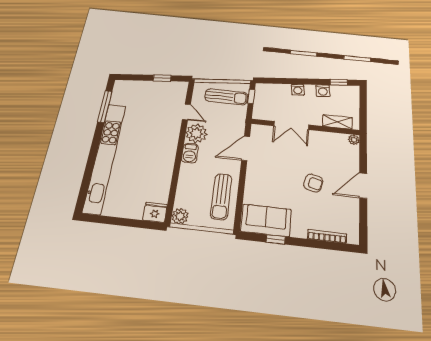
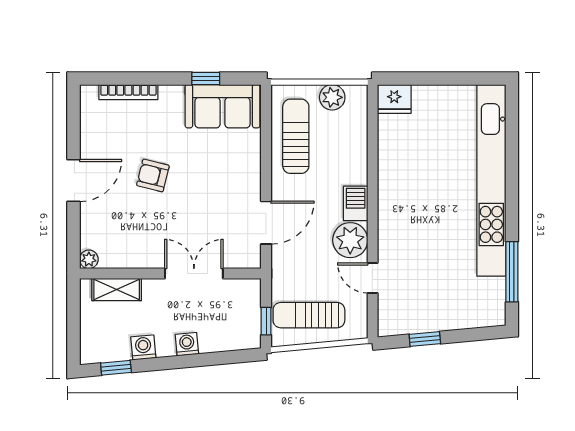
plant: (180, 216) -> (332, 97), moved

